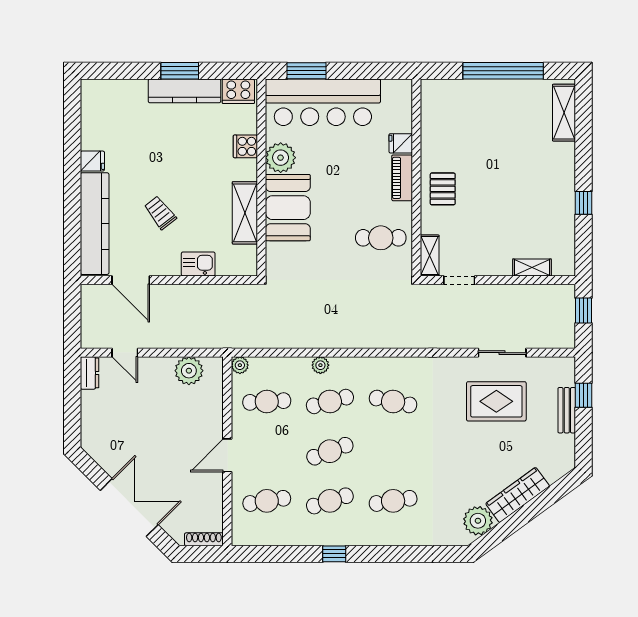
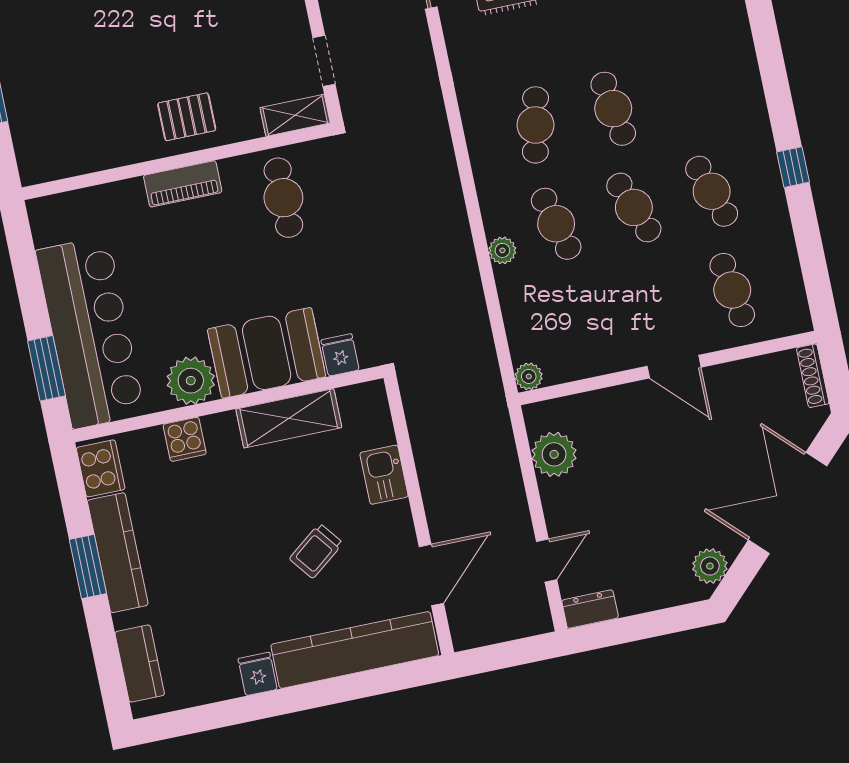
kitchen counter: (114, 90) -> (140, 664), added
fridge: (401, 143) -> (340, 355), moved, turned 180
cafe table: (267, 401) -> (577, 323), removed
plant: (101, 452) -> (710, 566), added
cafe table: (393, 501) -> (613, 109), moved

